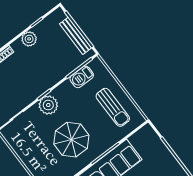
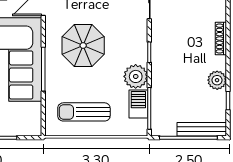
bench: (76, 36) -> (202, 129), moved
plant: (48, 105) -> (136, 76), moved

